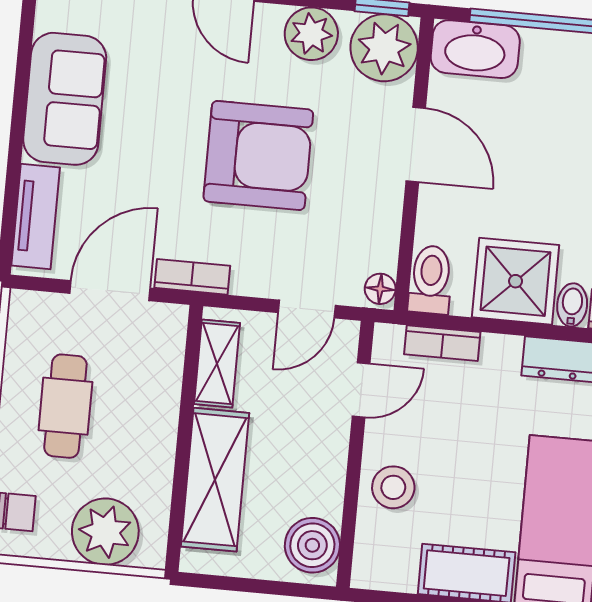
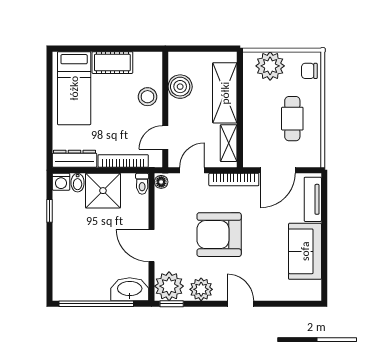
bookcase: (192, 277) -> (234, 180), width x1.56
toilet: (431, 280) -> (142, 184), width x0.73, depth x0.72
bookcase: (442, 343) -> (123, 161), width x1.56
boiler: (312, 545) -> (180, 87), moved

